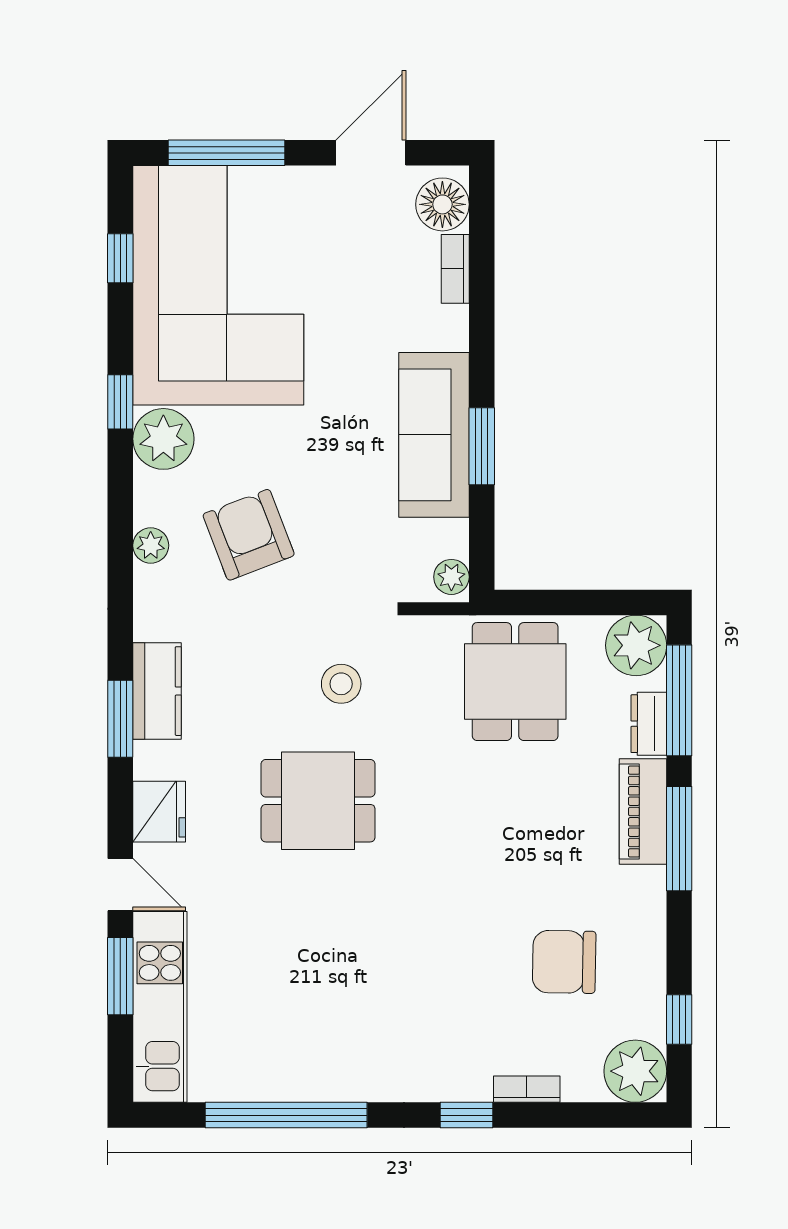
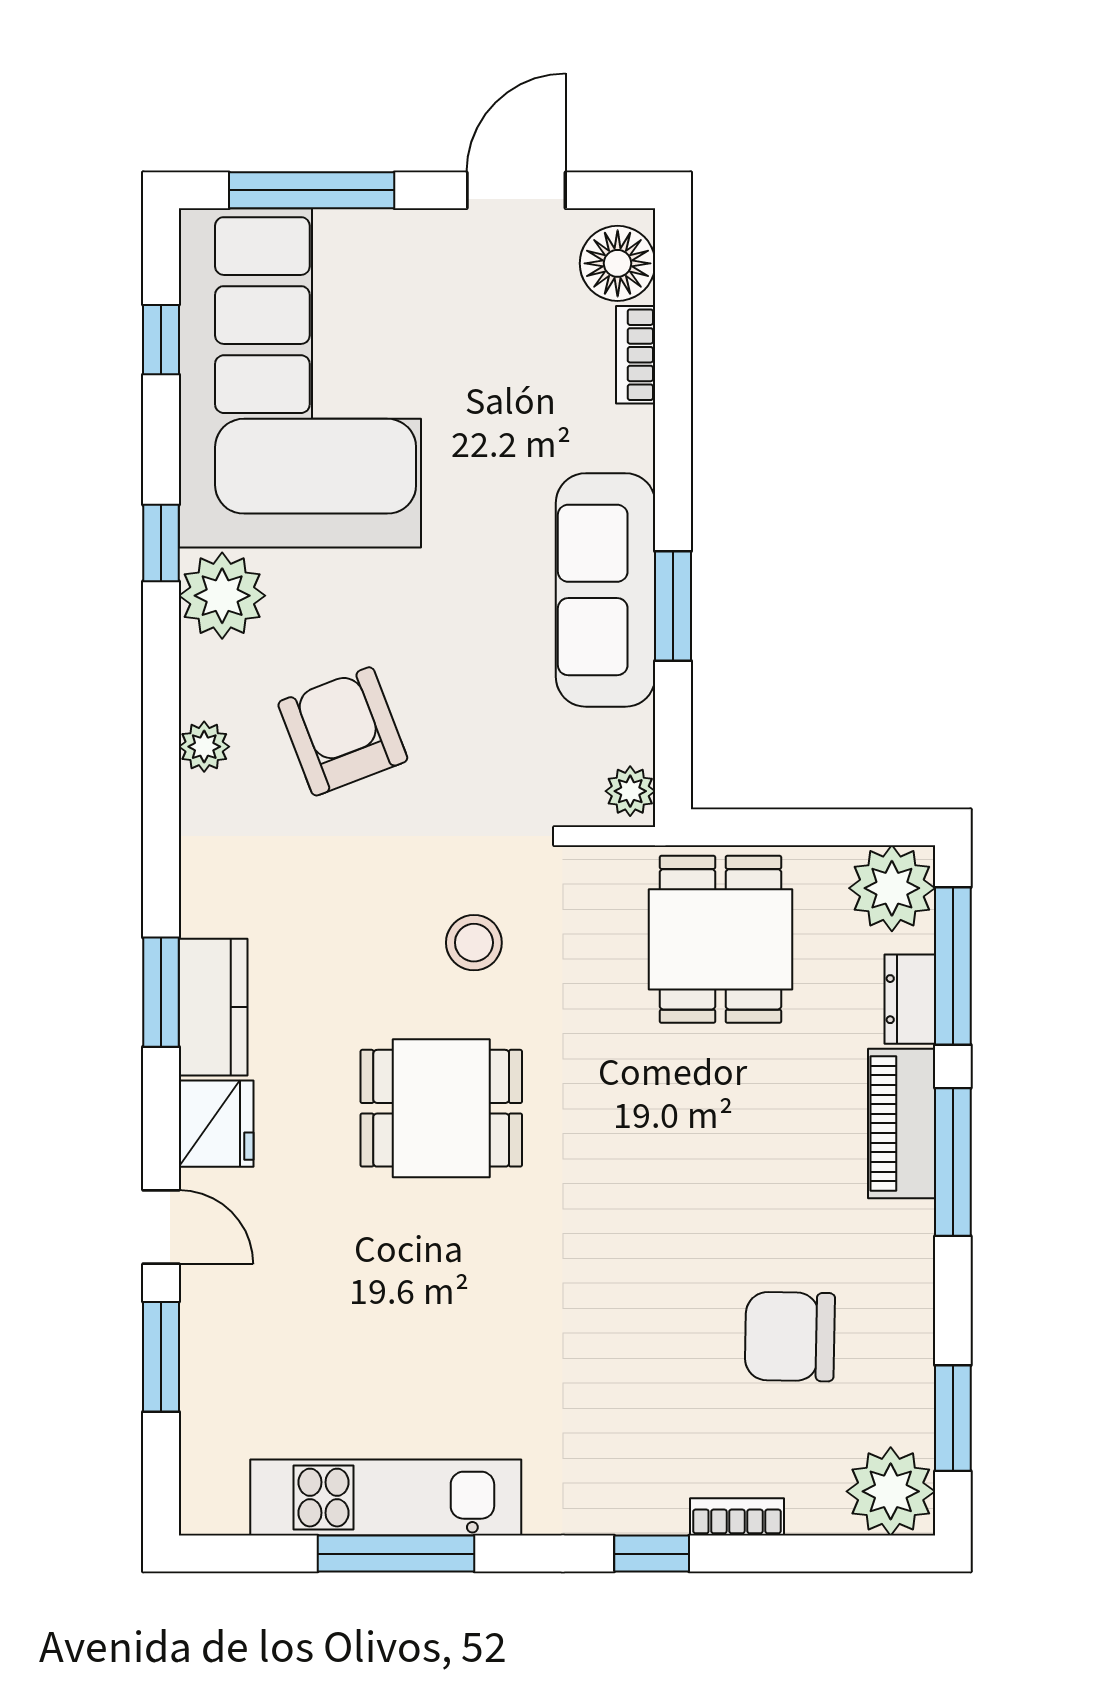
kitchen counter: (157, 691) -> (213, 1007), moved
kitchen unit: (160, 1007) -> (386, 1498), moved, turned -90
window: (679, 1019) -> (953, 1418), width x1.50
window: (286, 1115) -> (396, 1554), width x0.68

